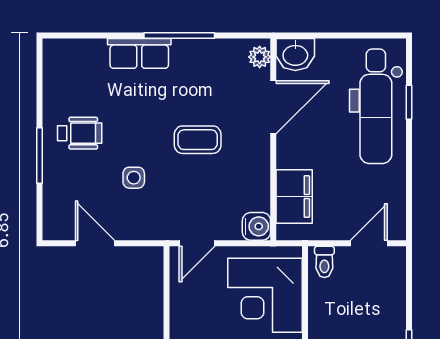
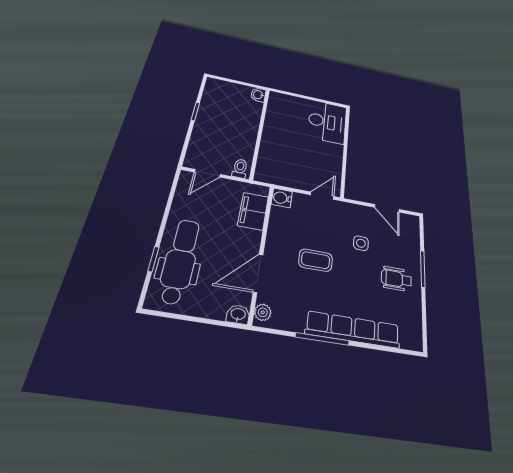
row of seats: (139, 53) -> (353, 330), width x2.02
washbasin: (295, 54) -> (238, 314), width x0.72, depth x0.69
corner desk: (265, 295) -> (282, 158), removed

